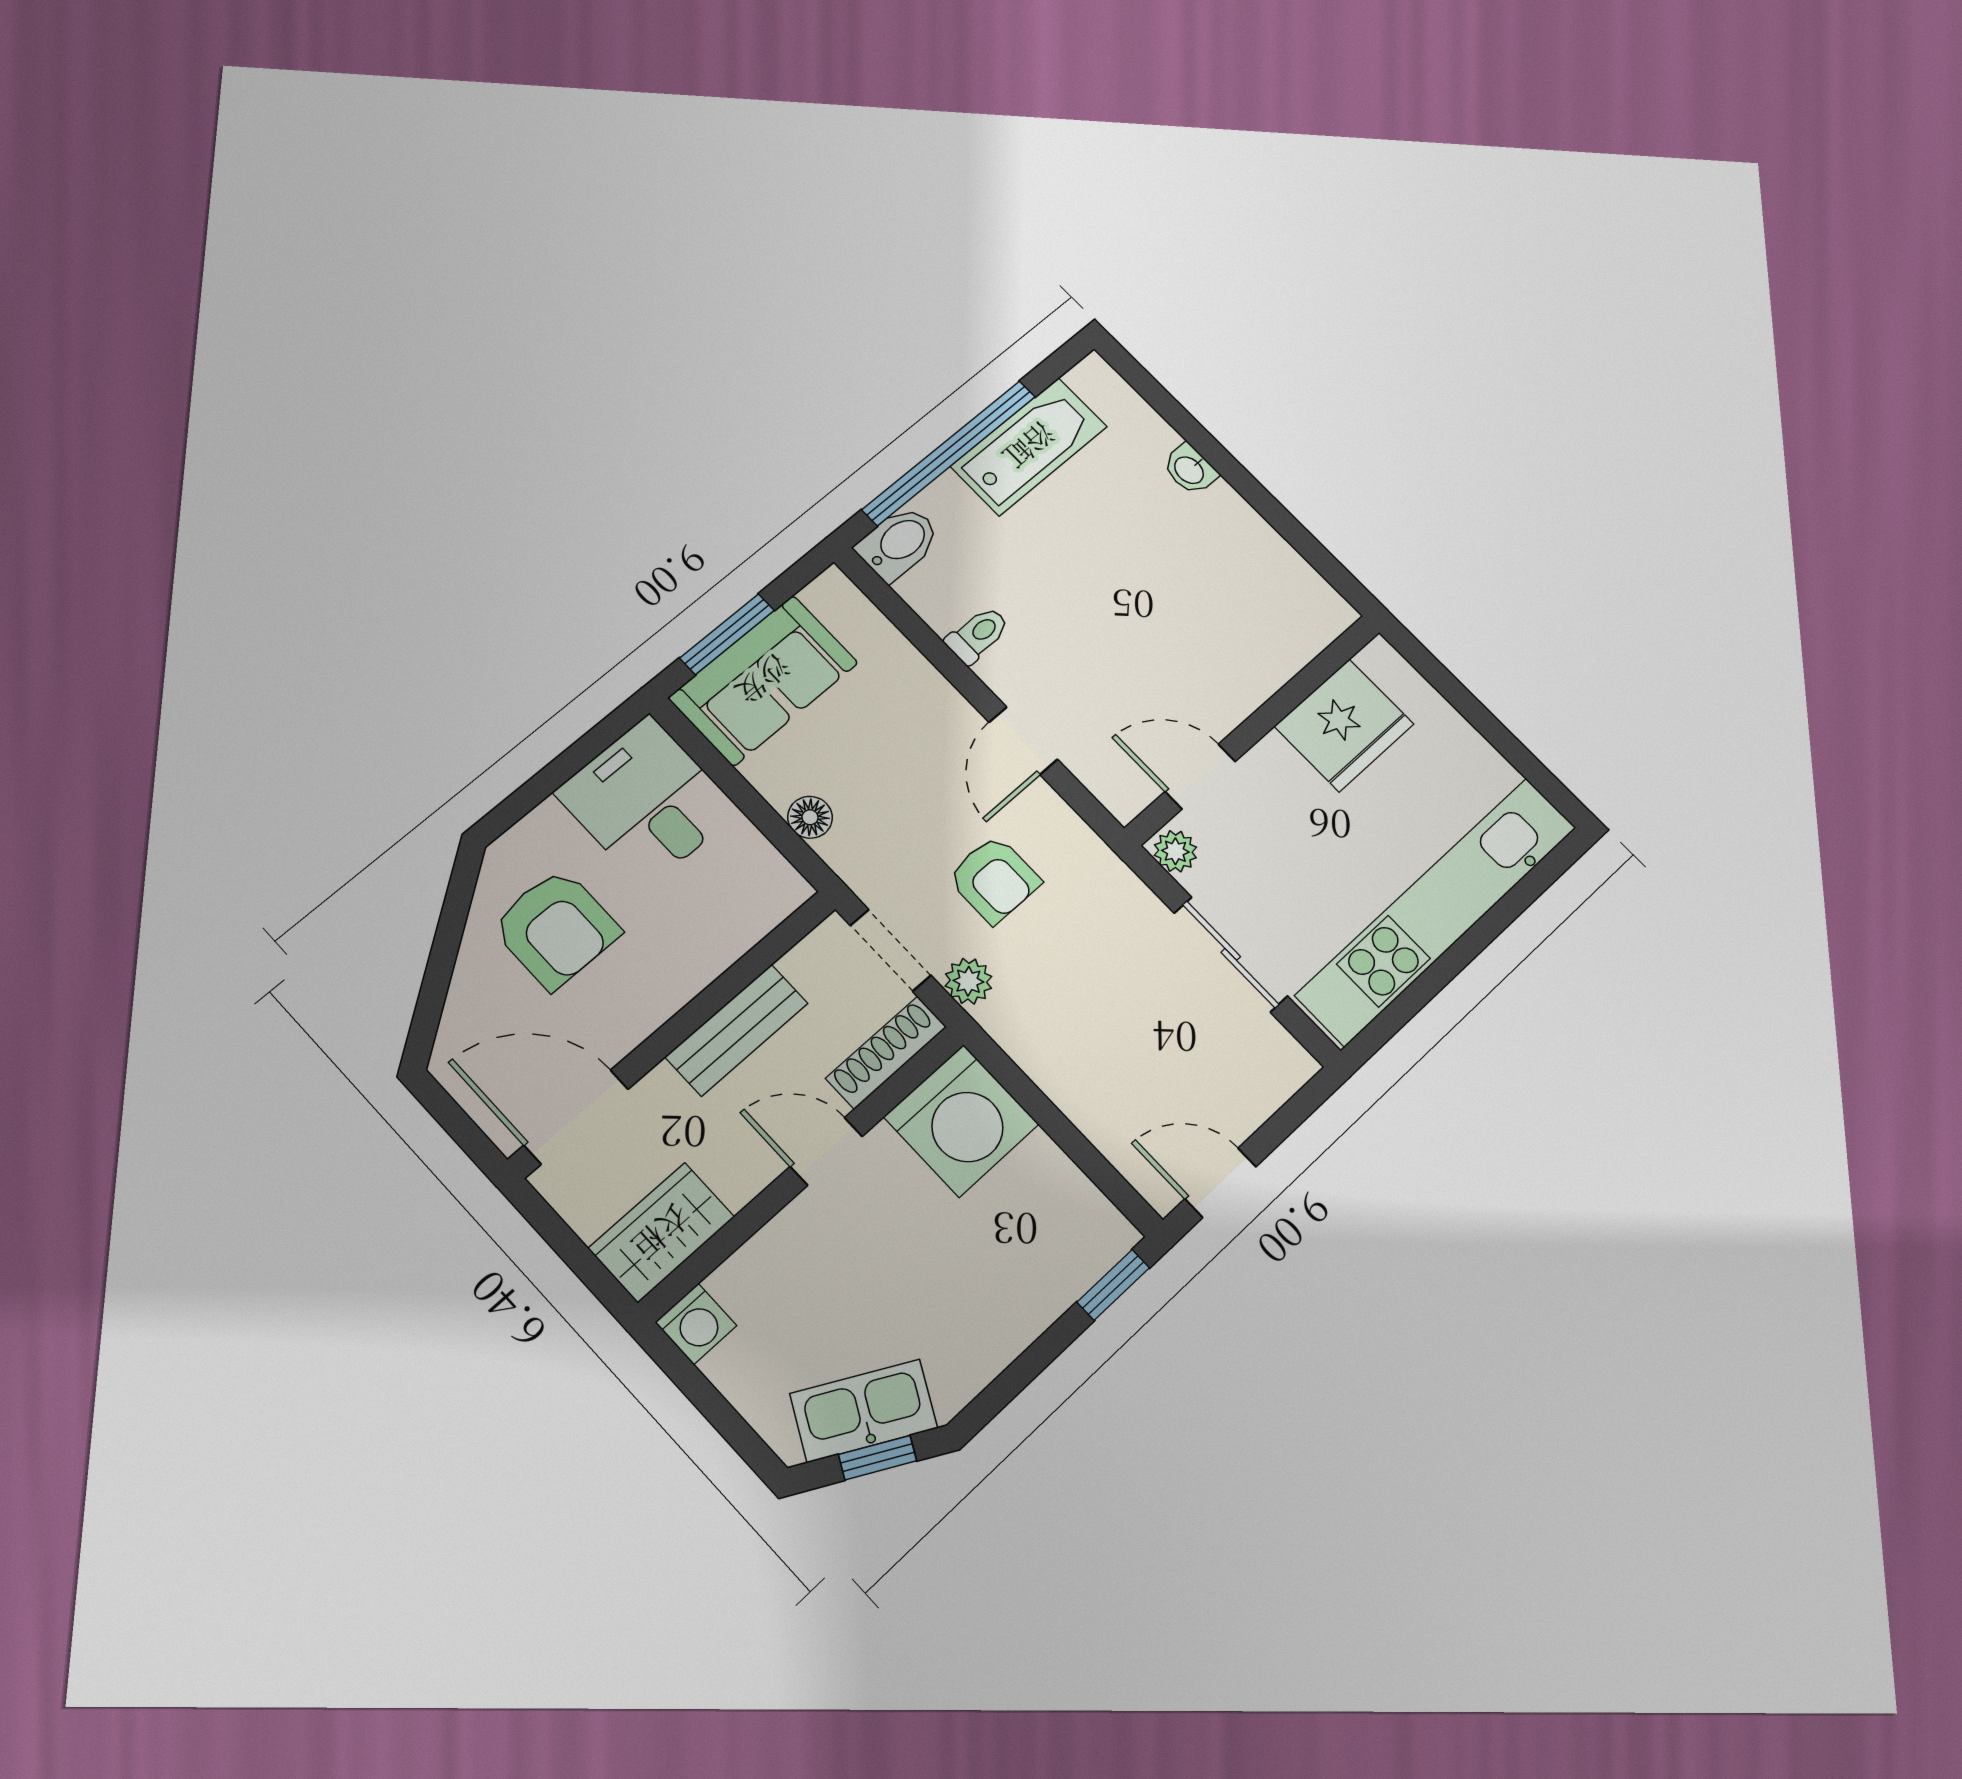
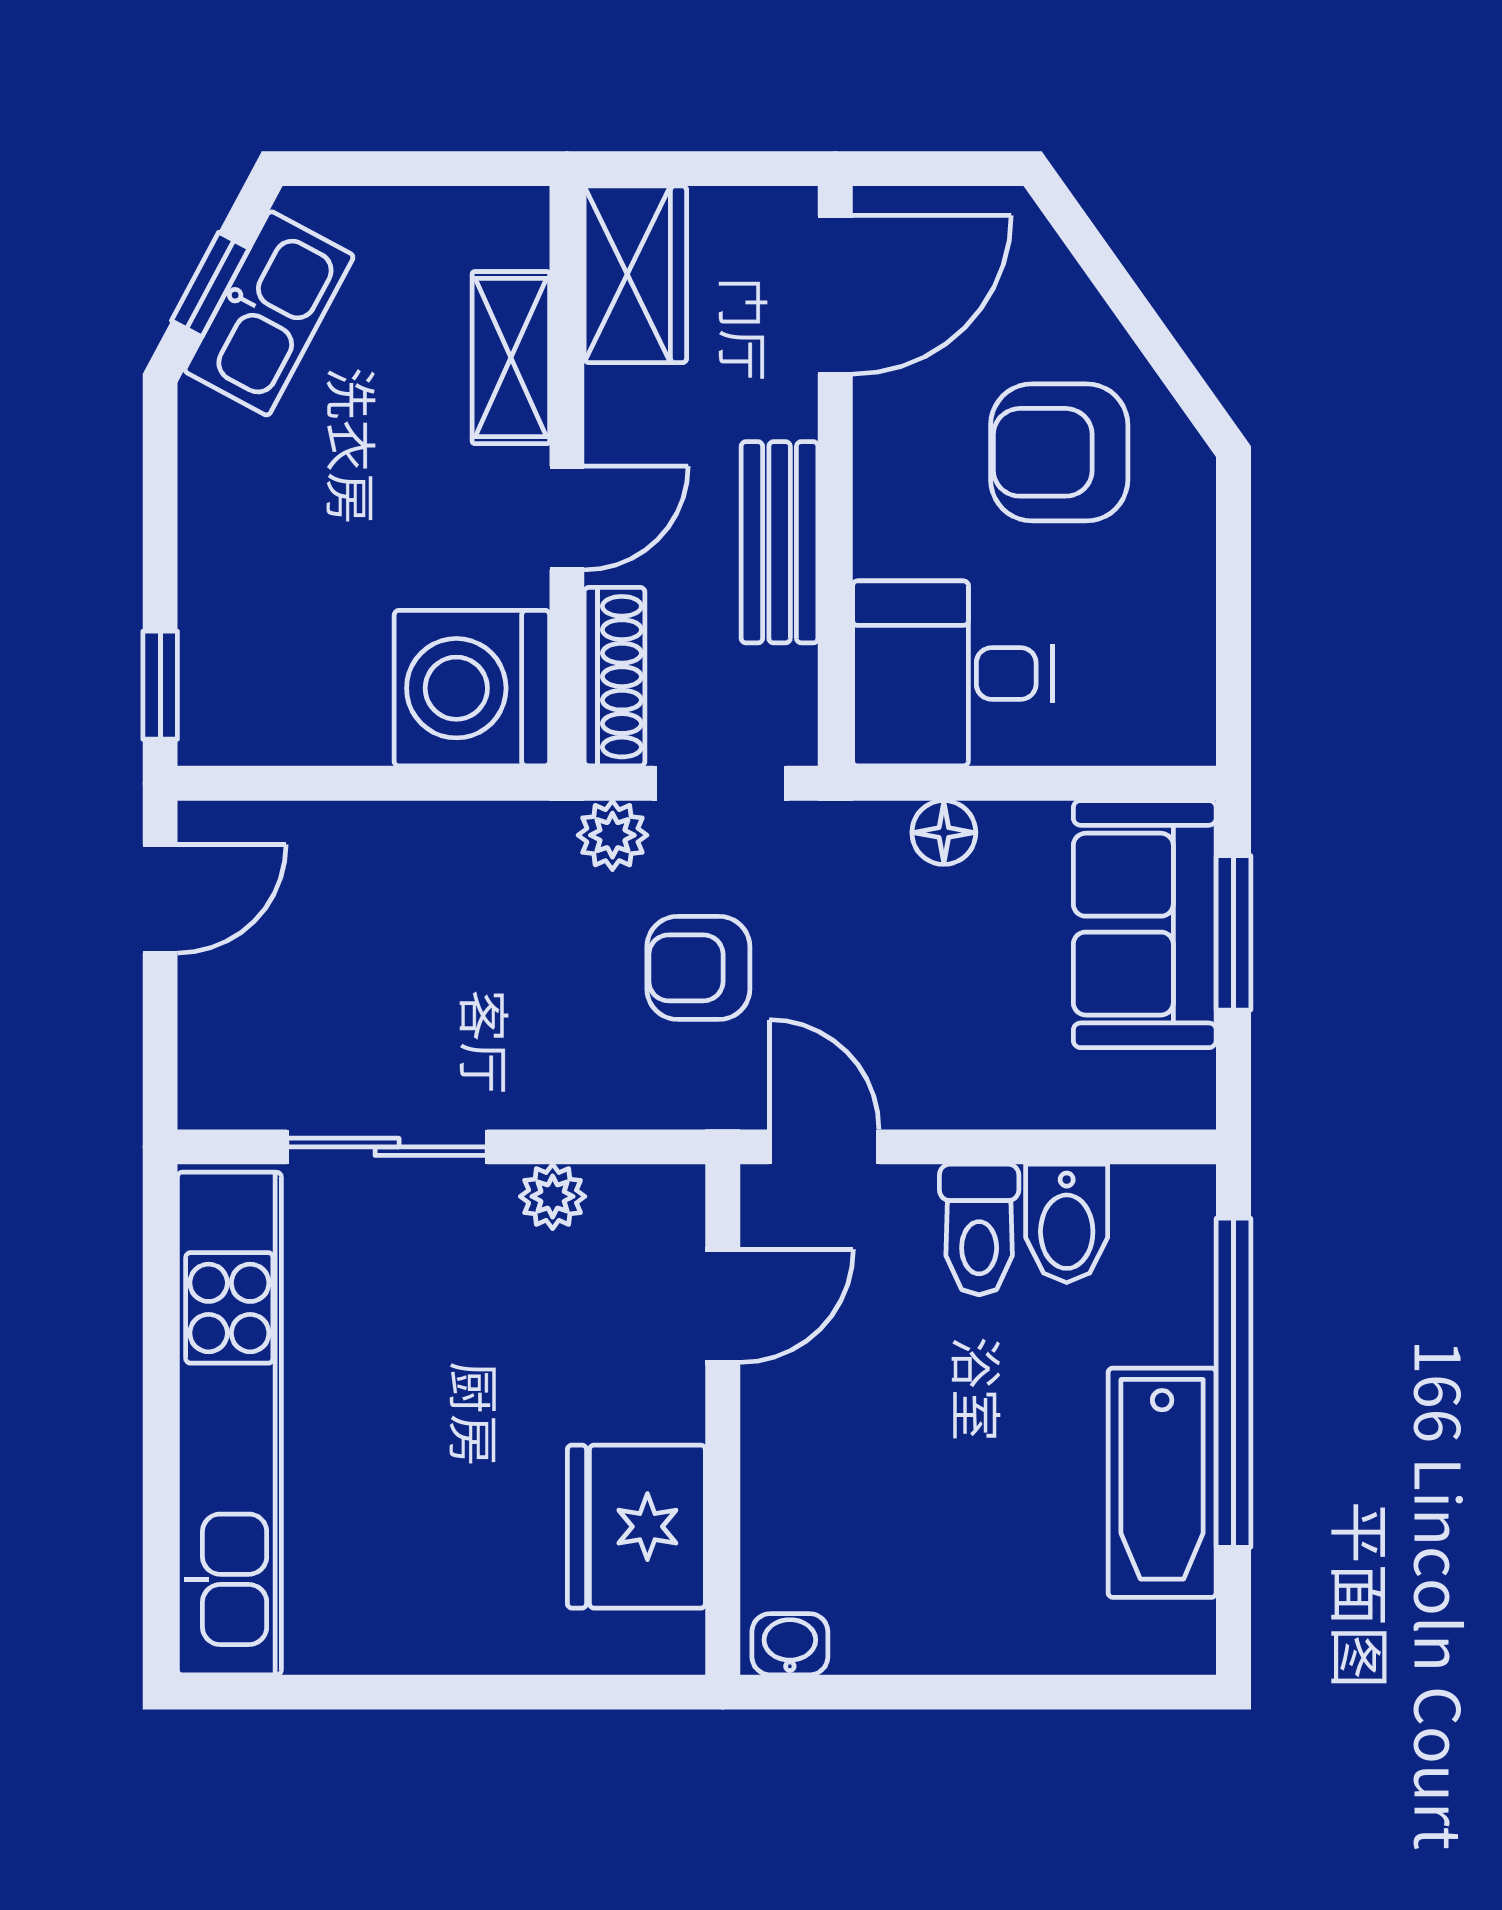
washbasin: (1190, 470) -> (790, 1644), moved
bidet: (899, 543) -> (1067, 1223), moved
toilet: (978, 635) -> (979, 1229), width x1.37, depth x1.39
fridge: (1344, 725) -> (636, 1527), moved
wall: (1254, 729) -> (723, 1419), moved
door: (1200, 776) -> (723, 1306), moved
desk: (647, 801) -> (952, 673), moved, turned 180
shelving: (768, 1258) -> (511, 358), added
washing machine: (696, 1324) -> (510, 225), removed

